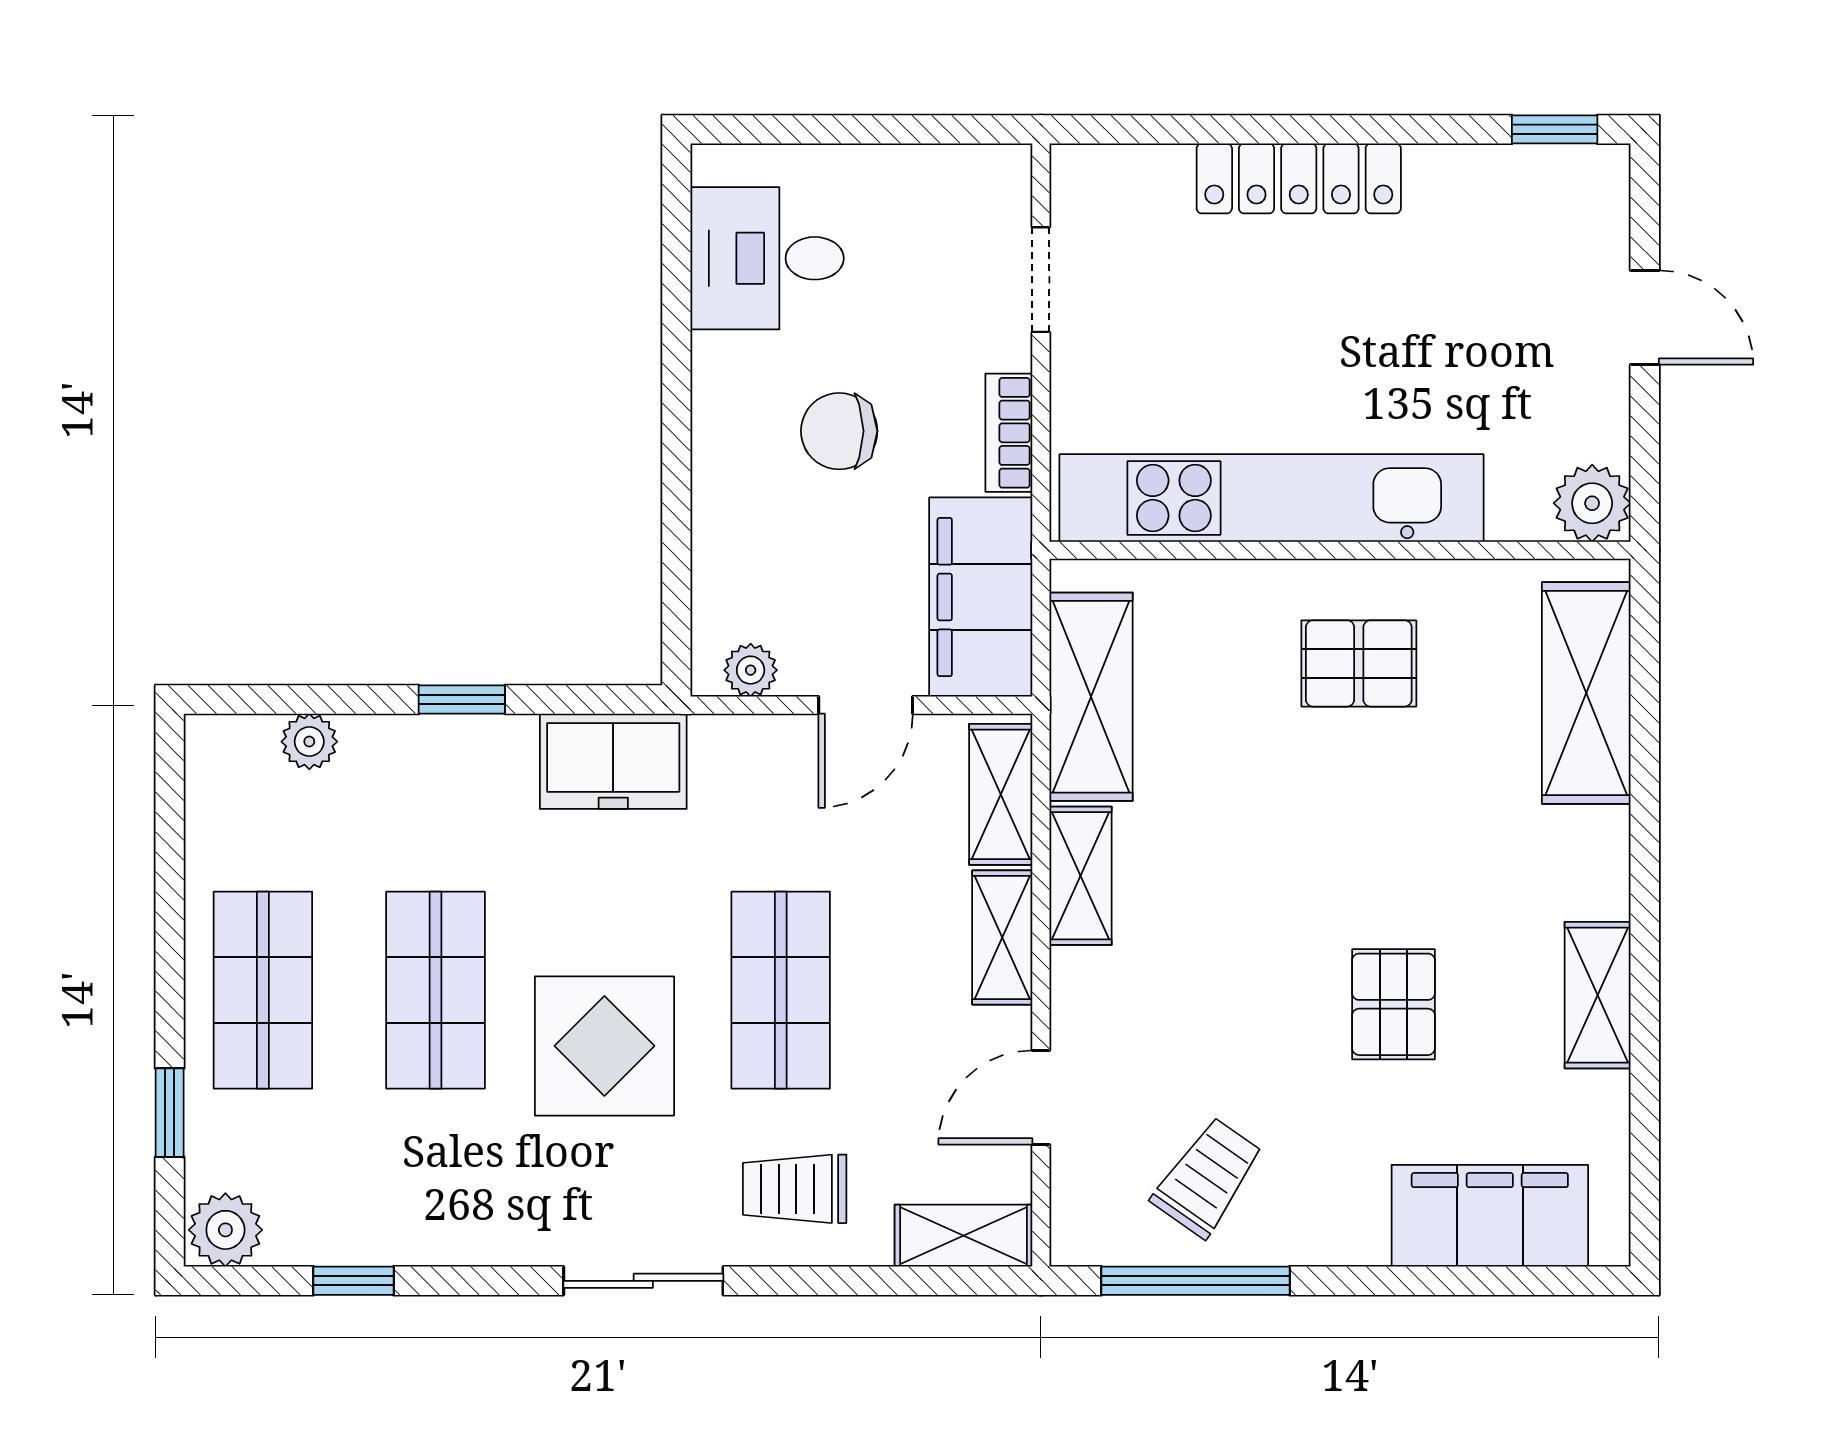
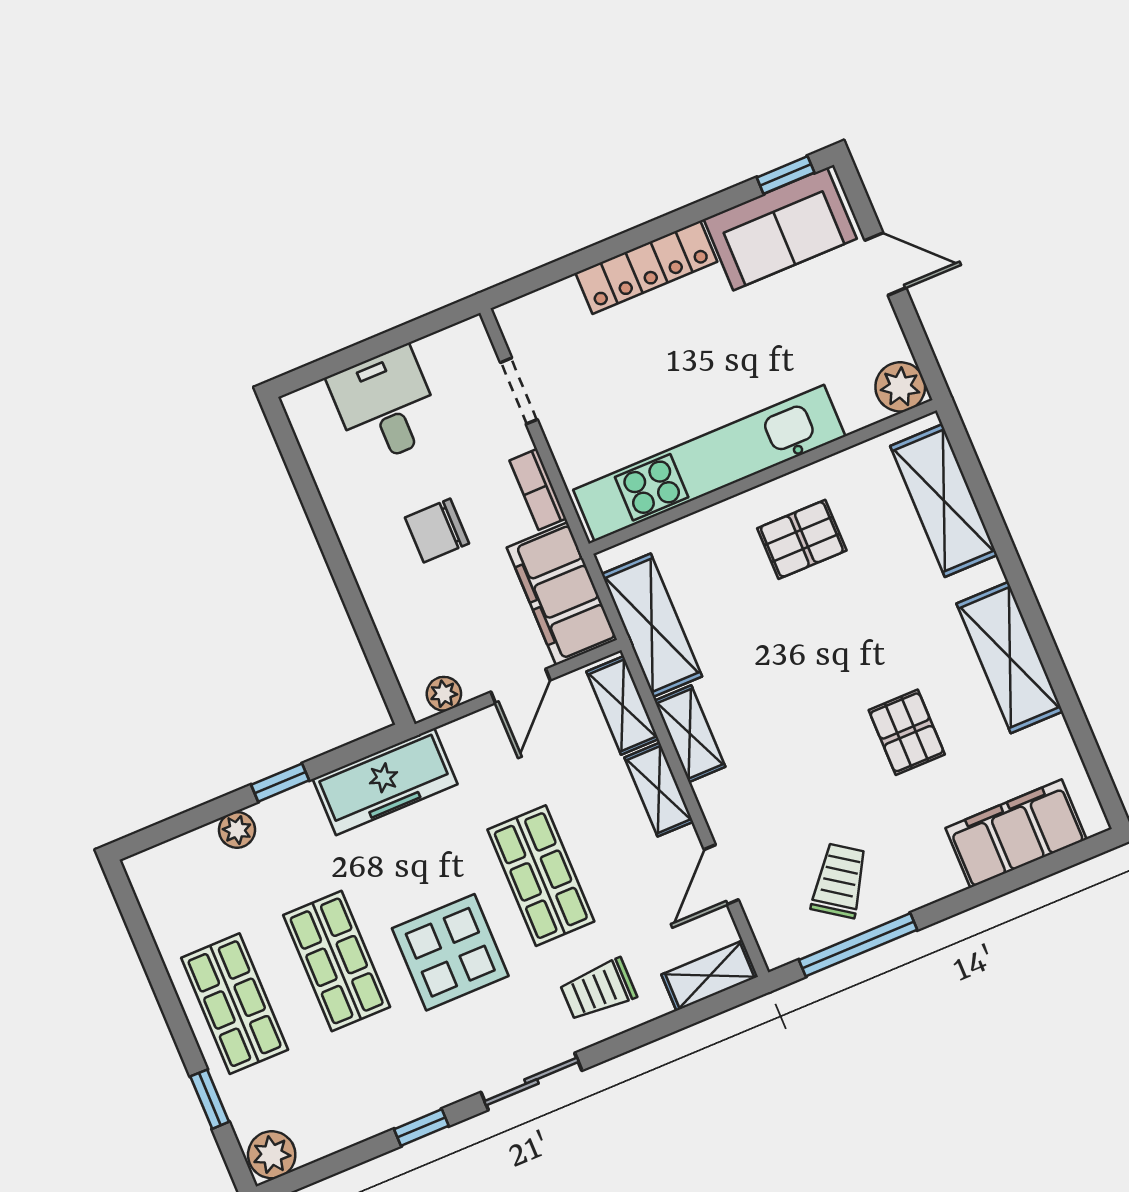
sofa: (1514, 204) -> (780, 229), added
desk: (767, 258) -> (386, 405), moved, turned 90
plant: (309, 742) -> (237, 830), moved
freezer: (613, 761) -> (385, 782), width x1.40
shelving: (1598, 995) -> (1010, 657), width x1.50, depth x1.33
window: (353, 1281) -> (421, 1128), moved

